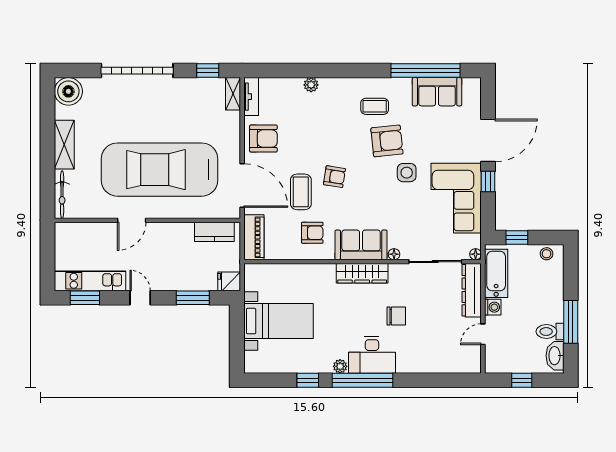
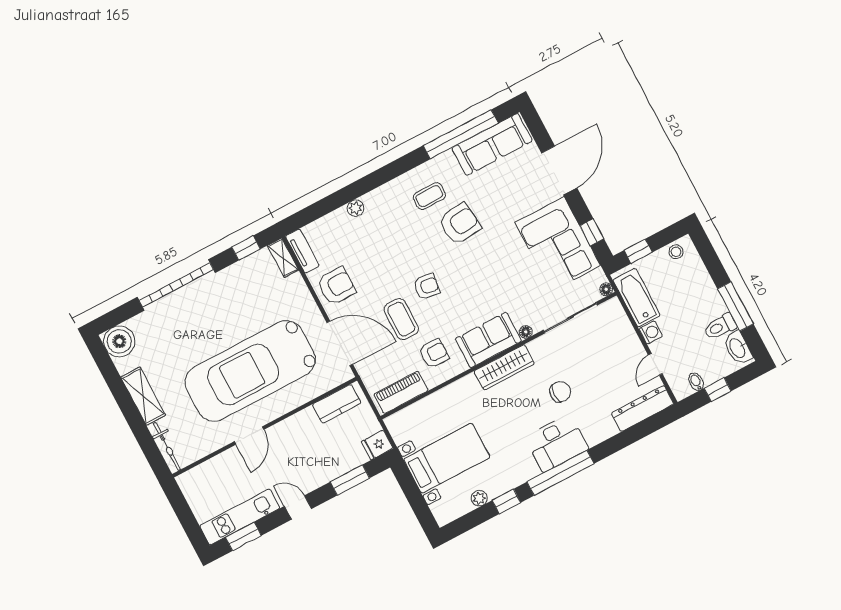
sofa: (437, 92) -> (492, 144), width x1.36
side table: (407, 173) -> (496, 245), removed
window: (488, 181) -> (592, 232), moved
piano: (254, 237) -> (401, 392), moved, turned -90
dresser: (472, 290) -> (643, 409), moved, turned 90
bidet: (508, 365) -> (696, 382), added
plant: (340, 366) -> (479, 498), moved

